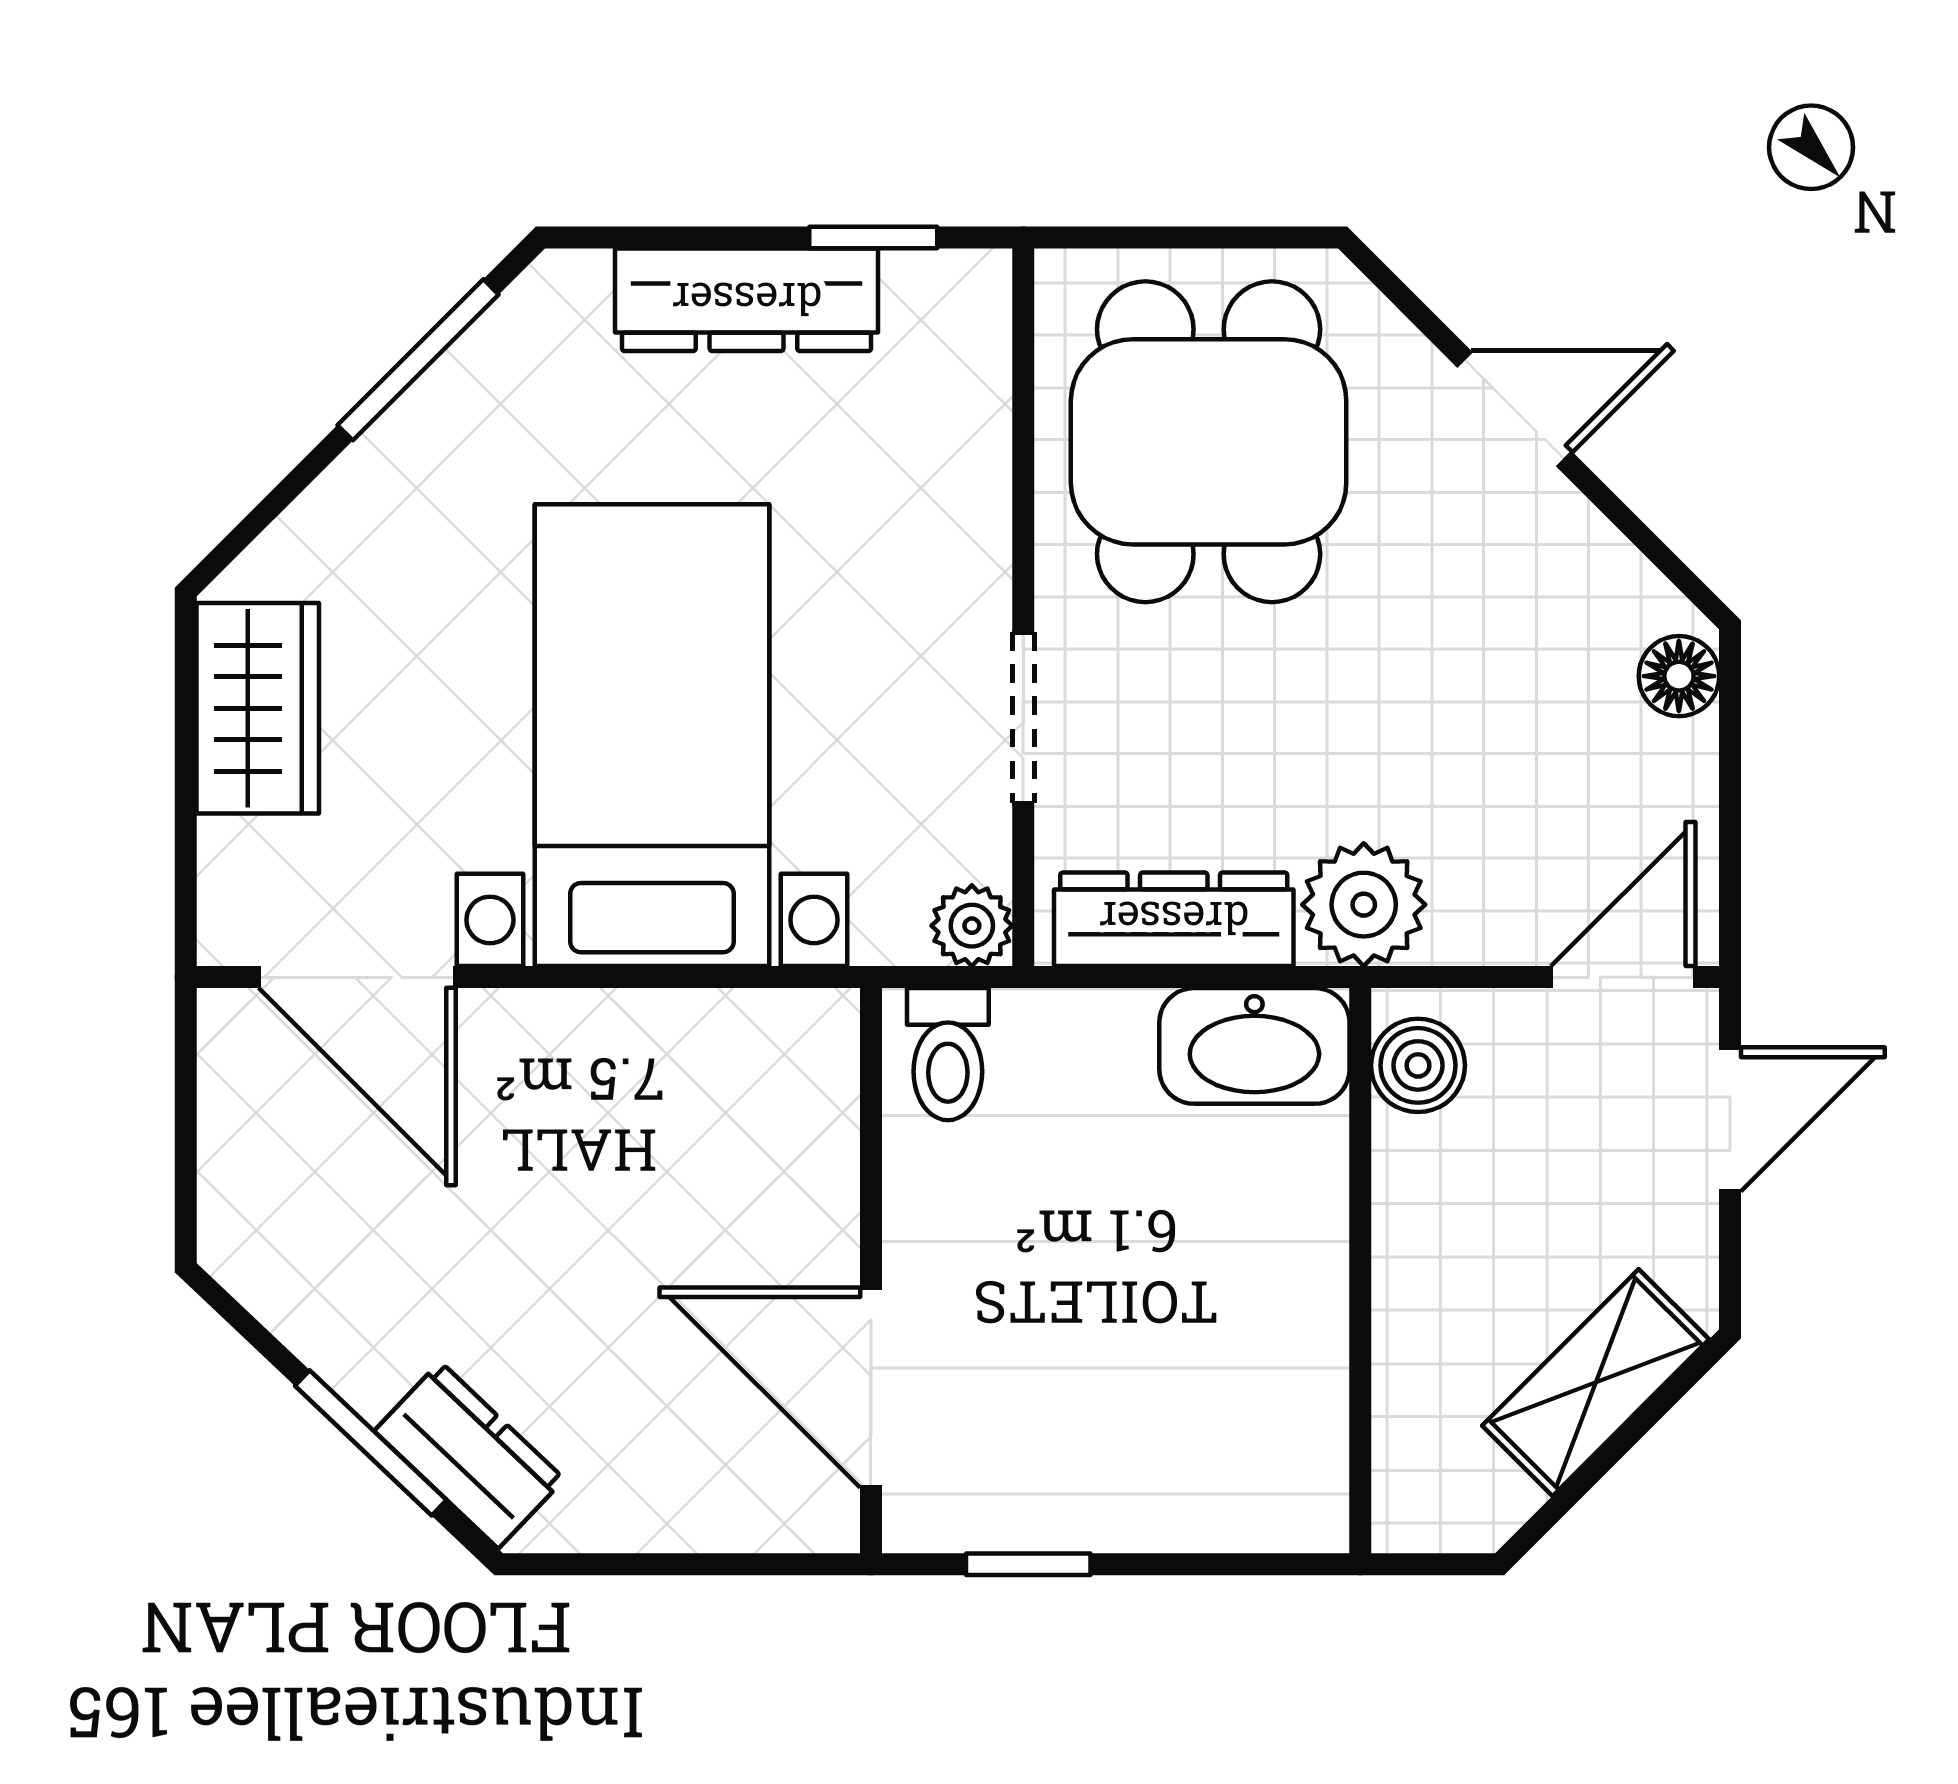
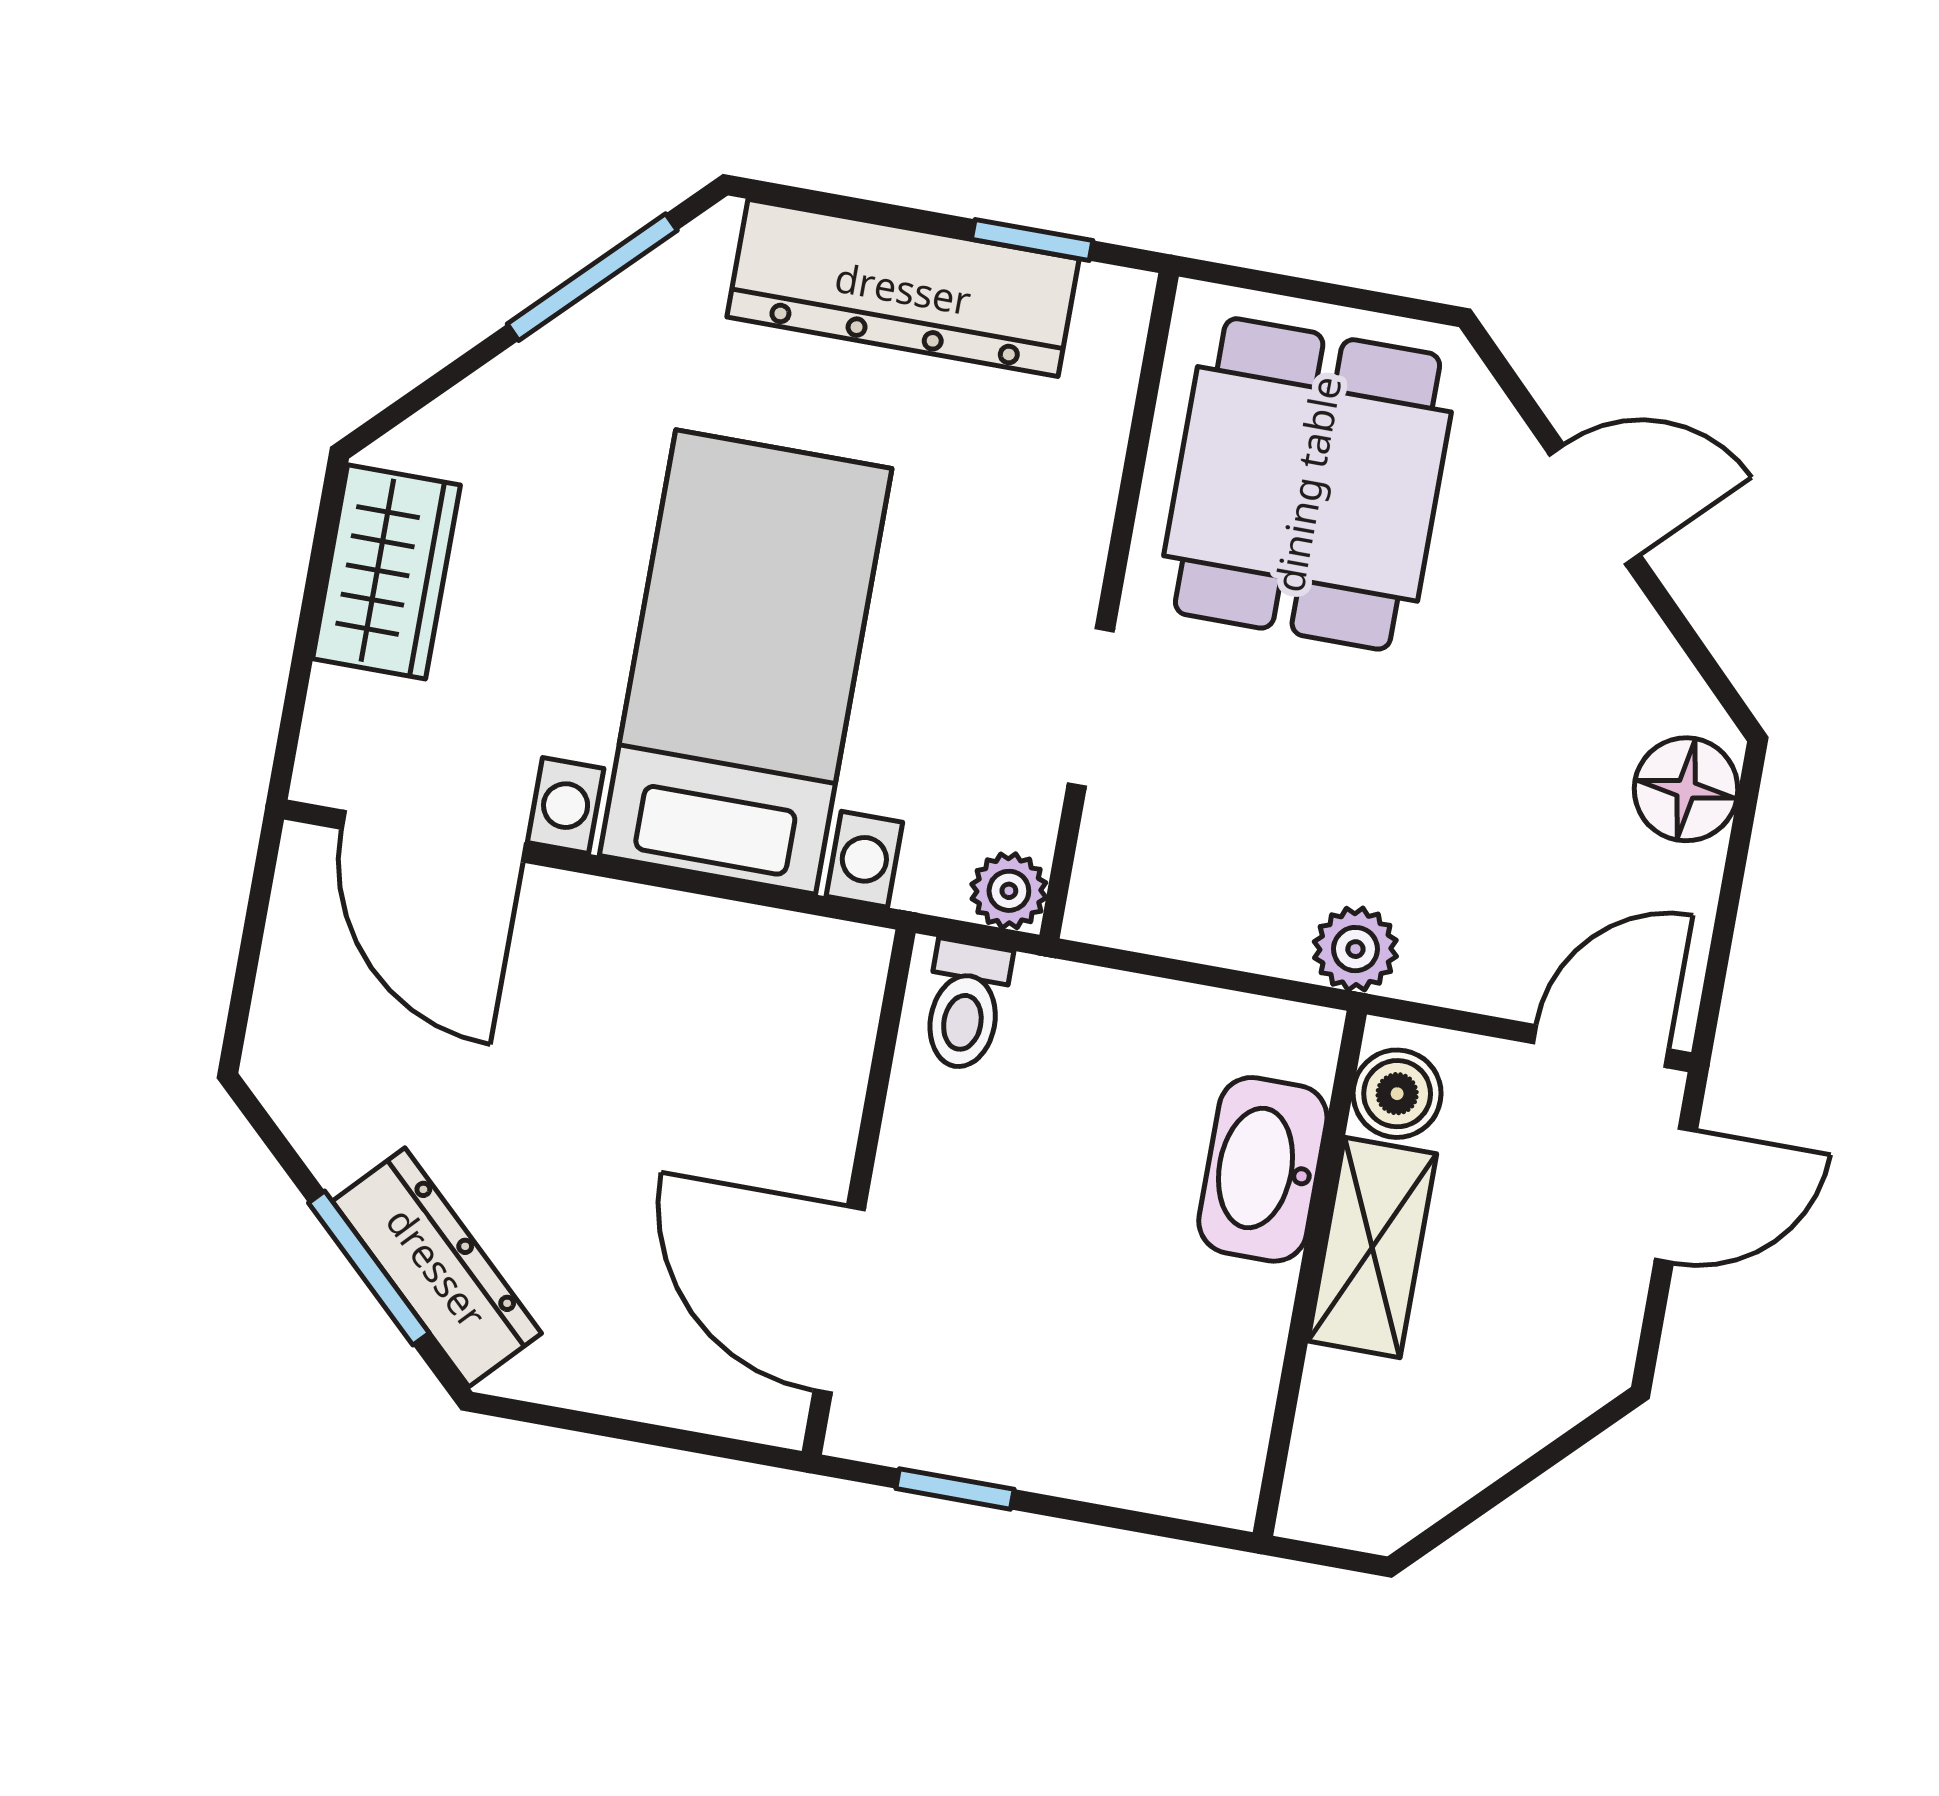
dresser: (747, 300) -> (903, 288), width x1.37, depth x1.24
floor lamp: (1679, 676) -> (1686, 789), width x1.37, depth x1.37
plant: (1364, 905) -> (1355, 949), width x0.73, depth x0.73
dresser: (1174, 919) -> (1196, 918), removed
washbasin: (1254, 1046) -> (1263, 1169), moved, turned 90
shelving: (1596, 1383) -> (1372, 1247), moved, turned -45
dresser: (469, 1455) -> (437, 1267), width x1.44

